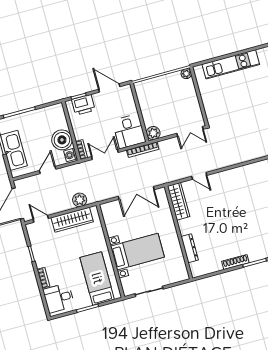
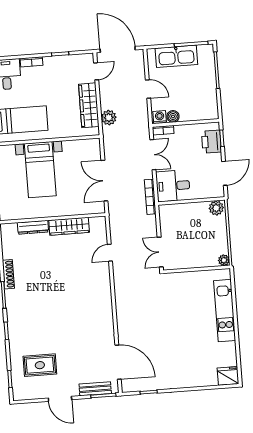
plant: (153, 133) -> (216, 208), moved
boiler: (62, 140) -> (173, 116), width x0.54, depth x0.54
wardrobe: (179, 201) -> (69, 226), moved

